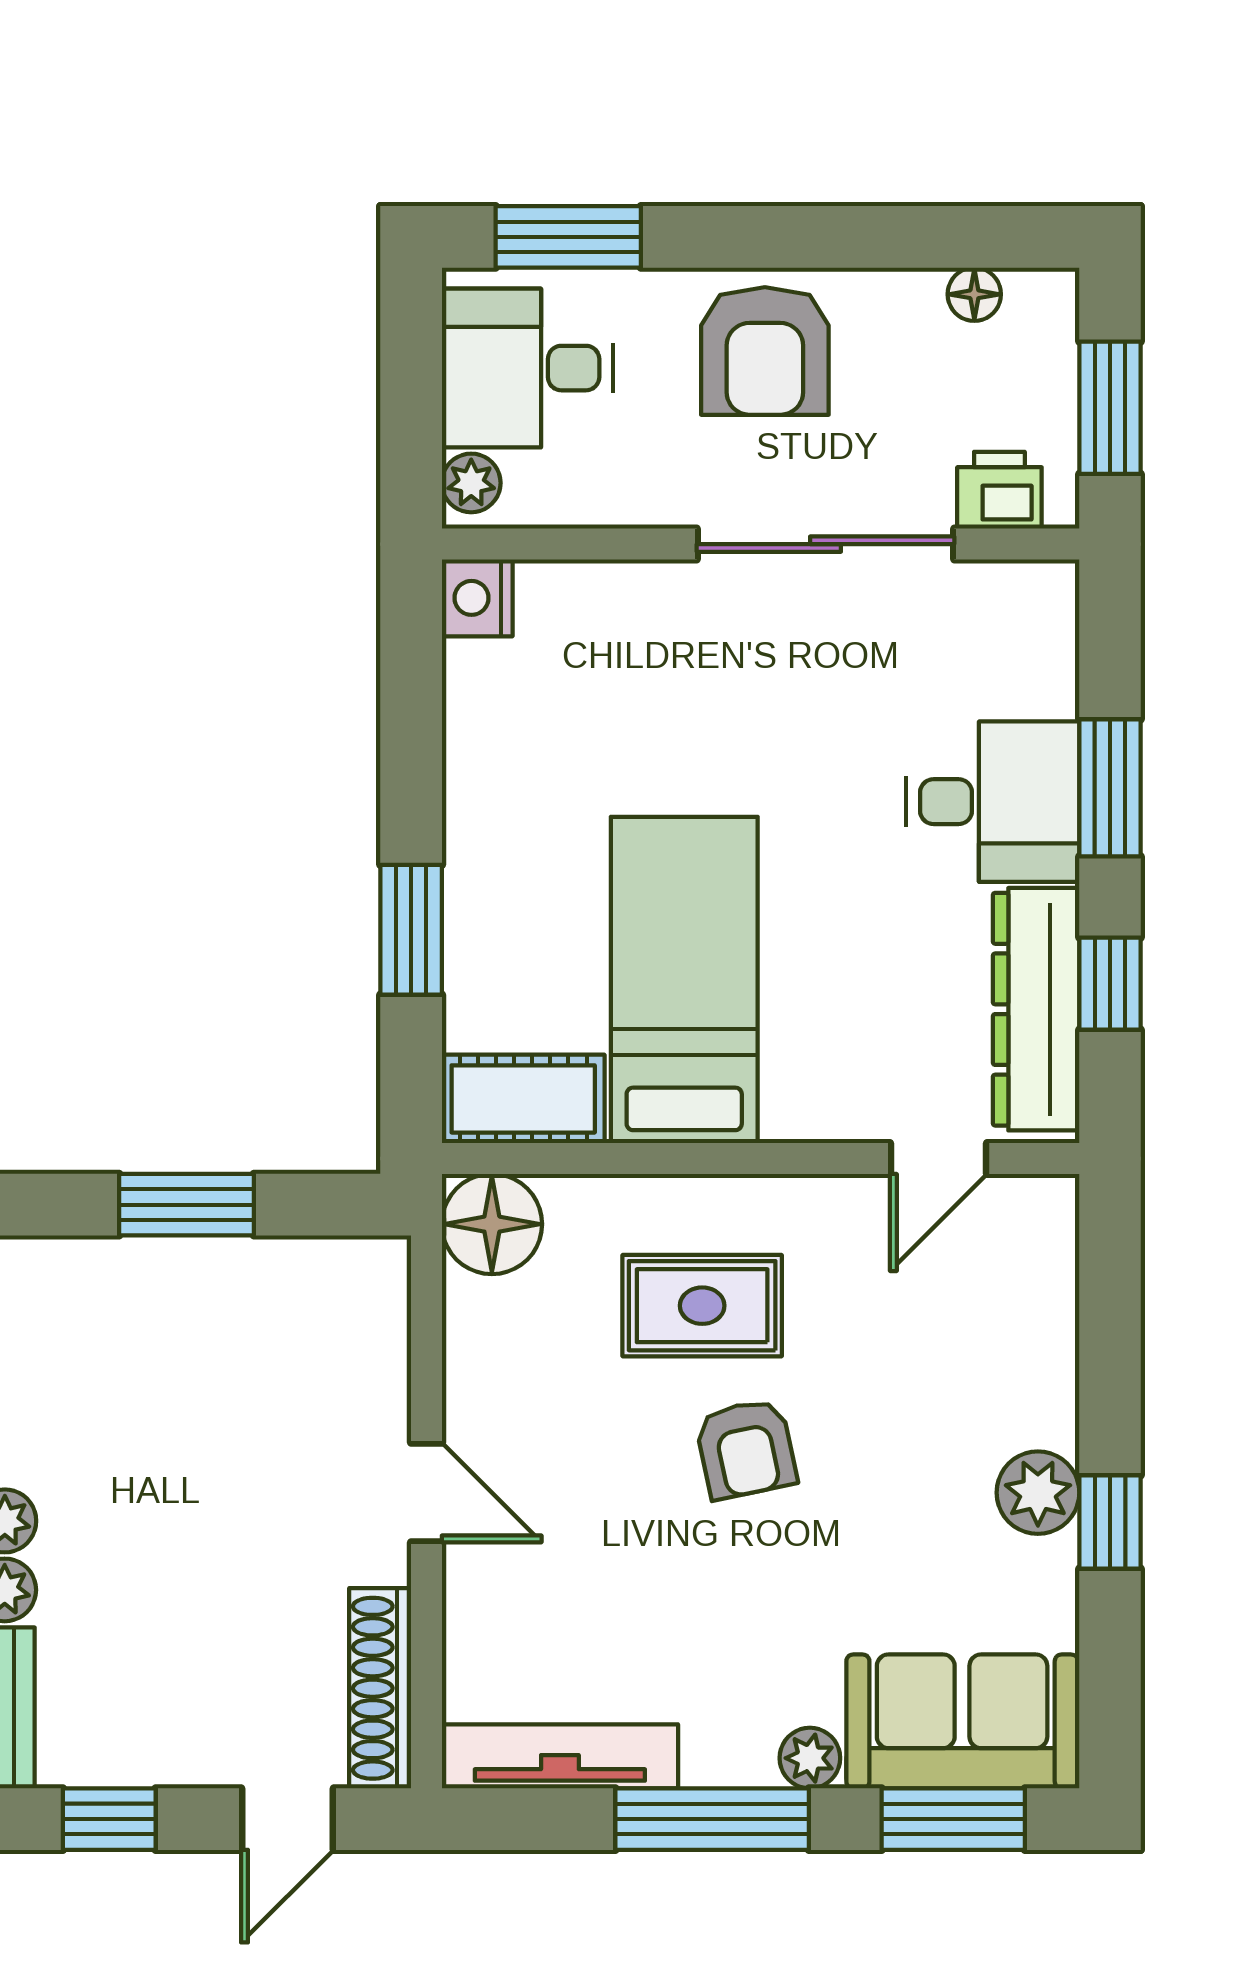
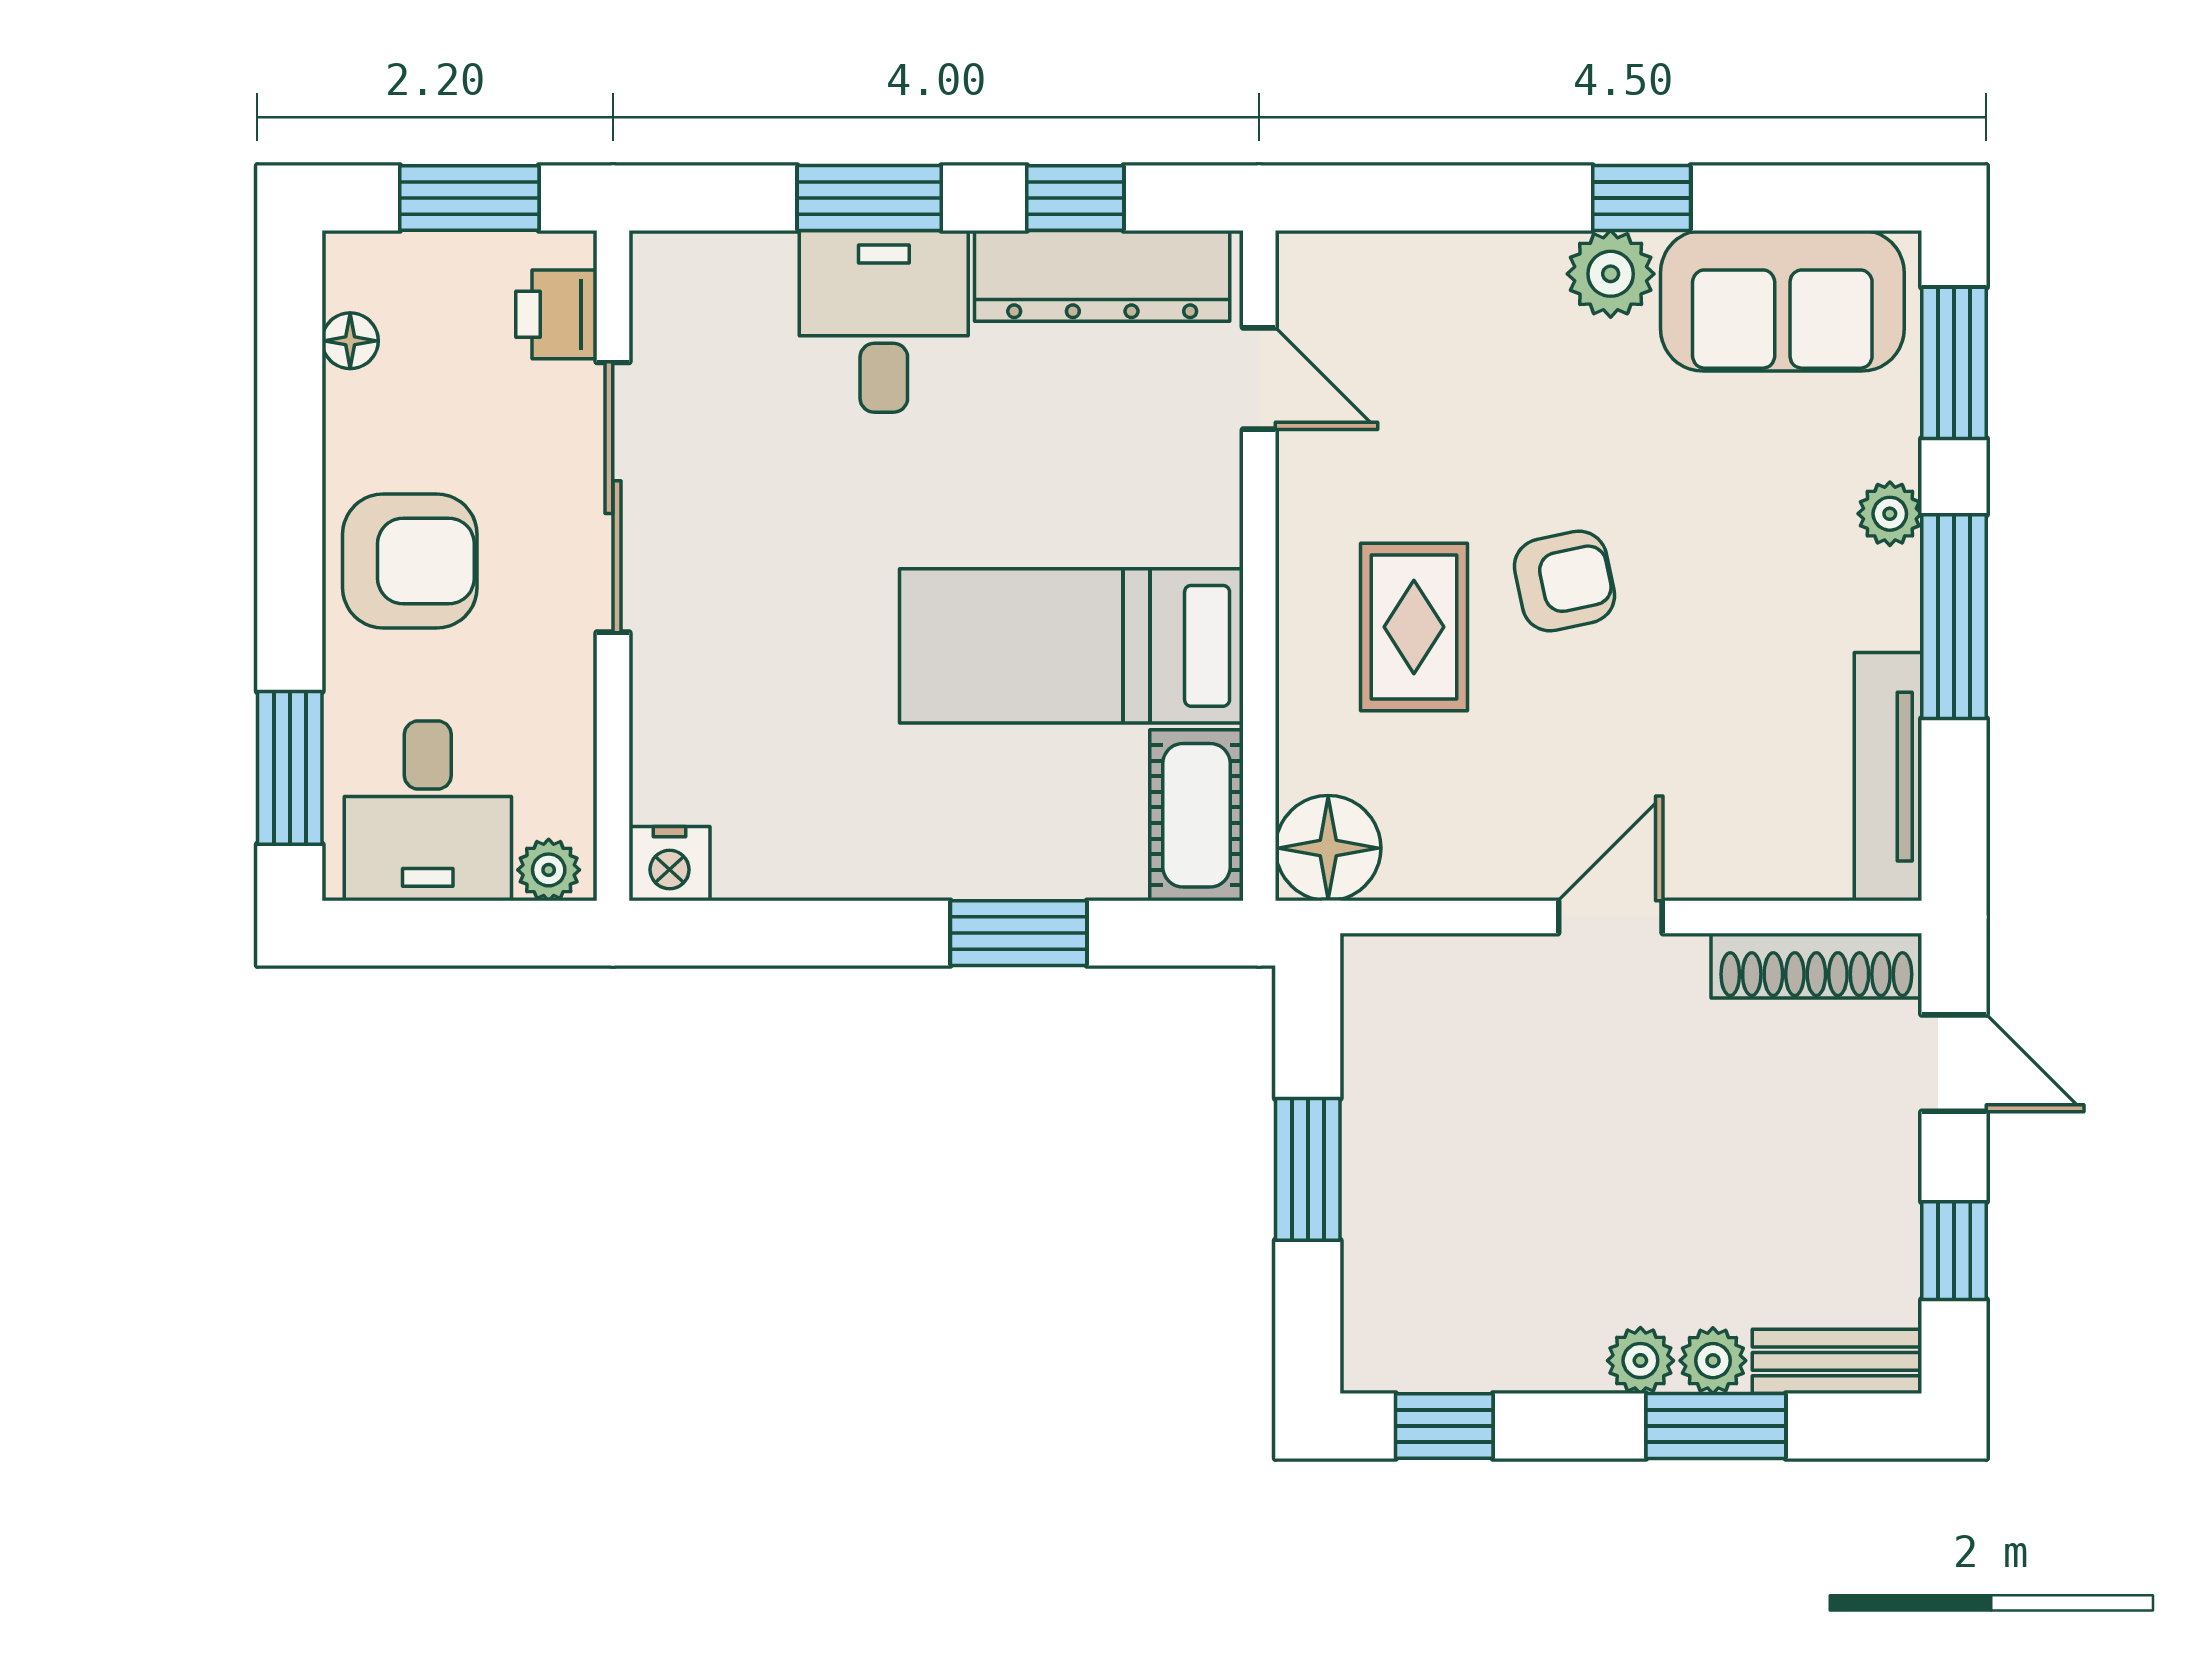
sofa: (962, 1721) -> (1782, 301), moved, turned -90

